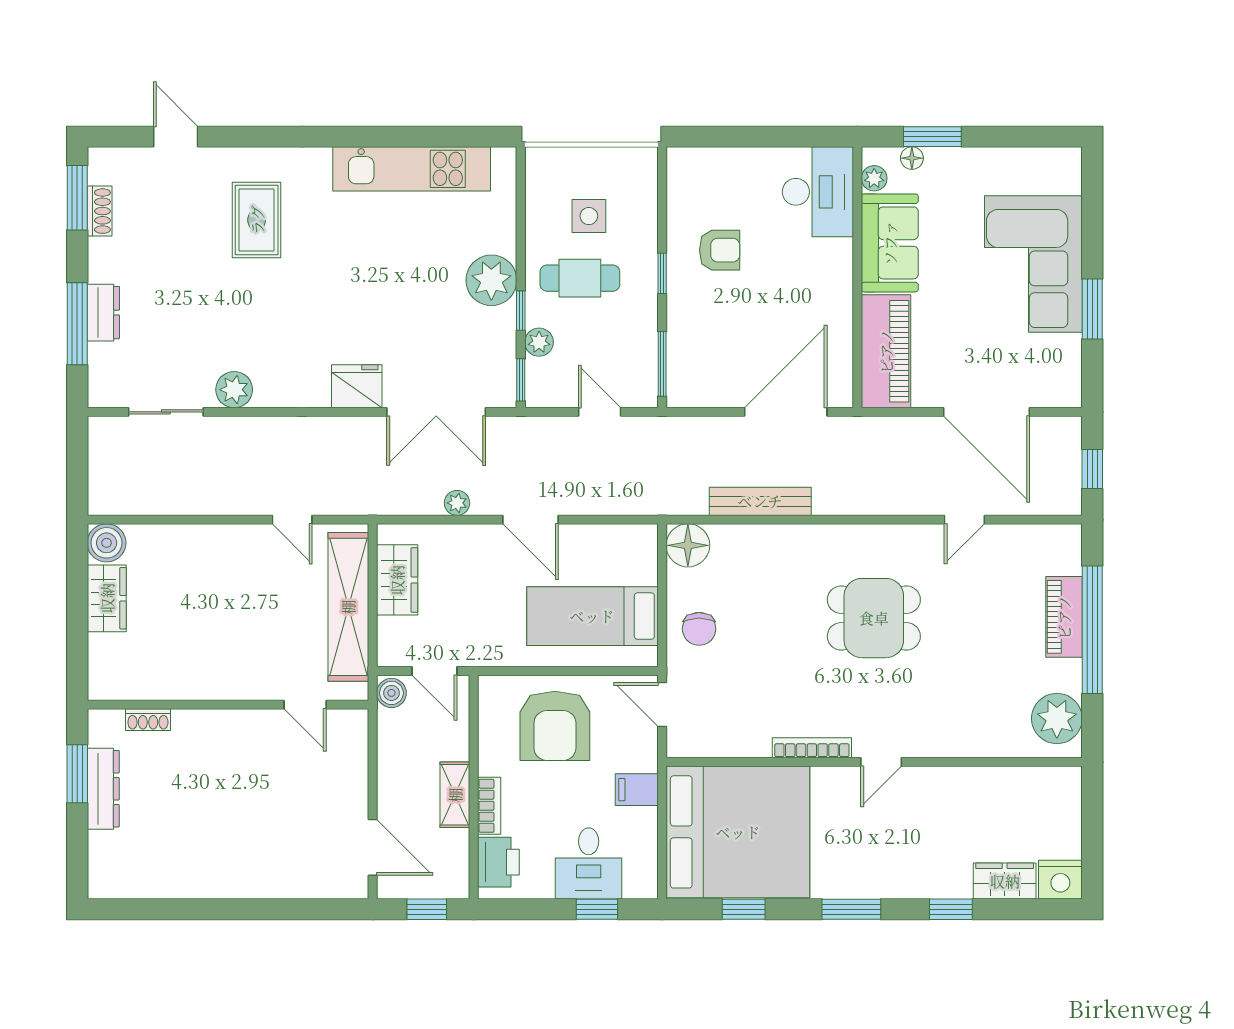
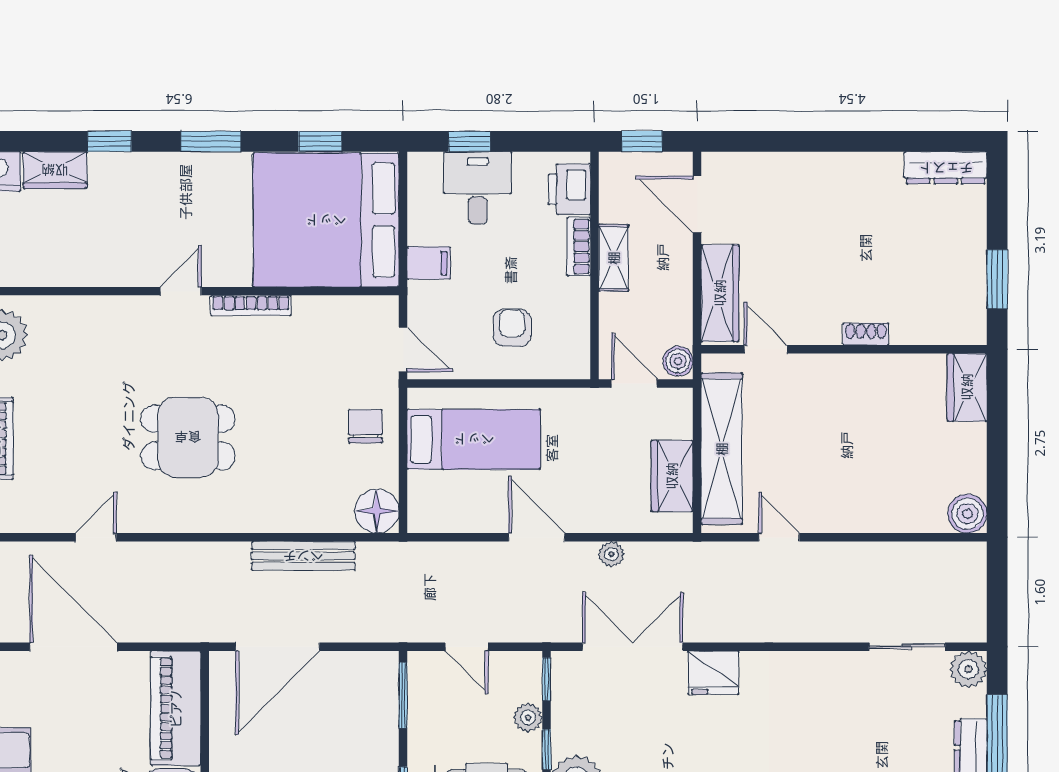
plant: (234, 390) -> (968, 669), moved
wardrobe: (107, 598) -> (967, 387), moved
shoe rack: (148, 720) -> (866, 334), moved
armchair: (555, 726) -> (512, 328), width x0.53, depth x0.53
wardrobe: (350, 760) -> (720, 293), added
dresser: (103, 789) -> (946, 168), moved, turned -90

